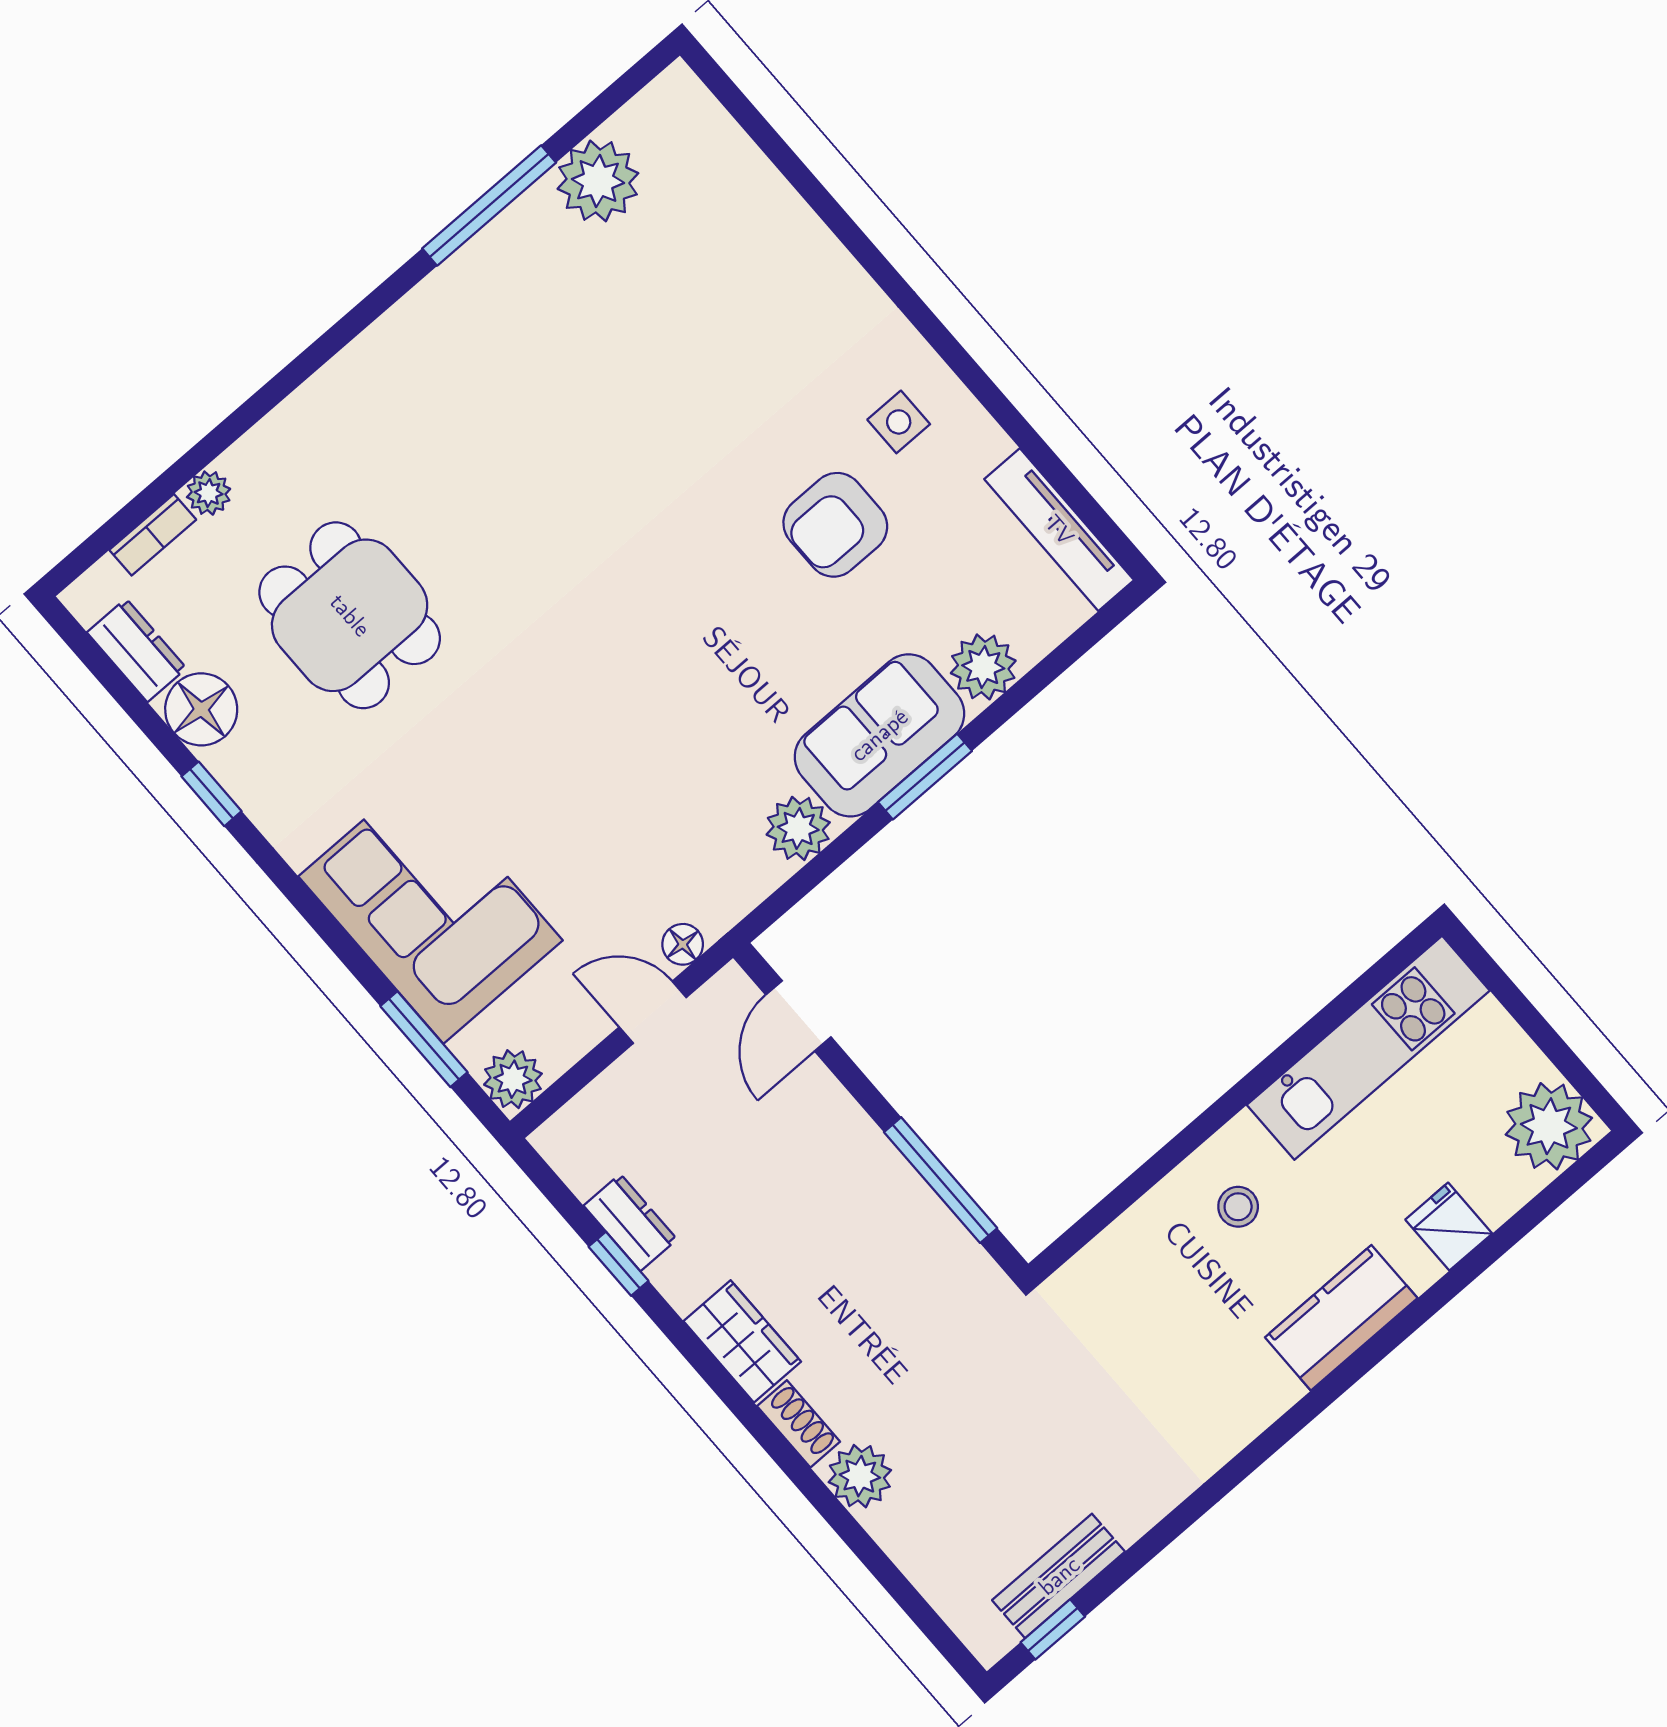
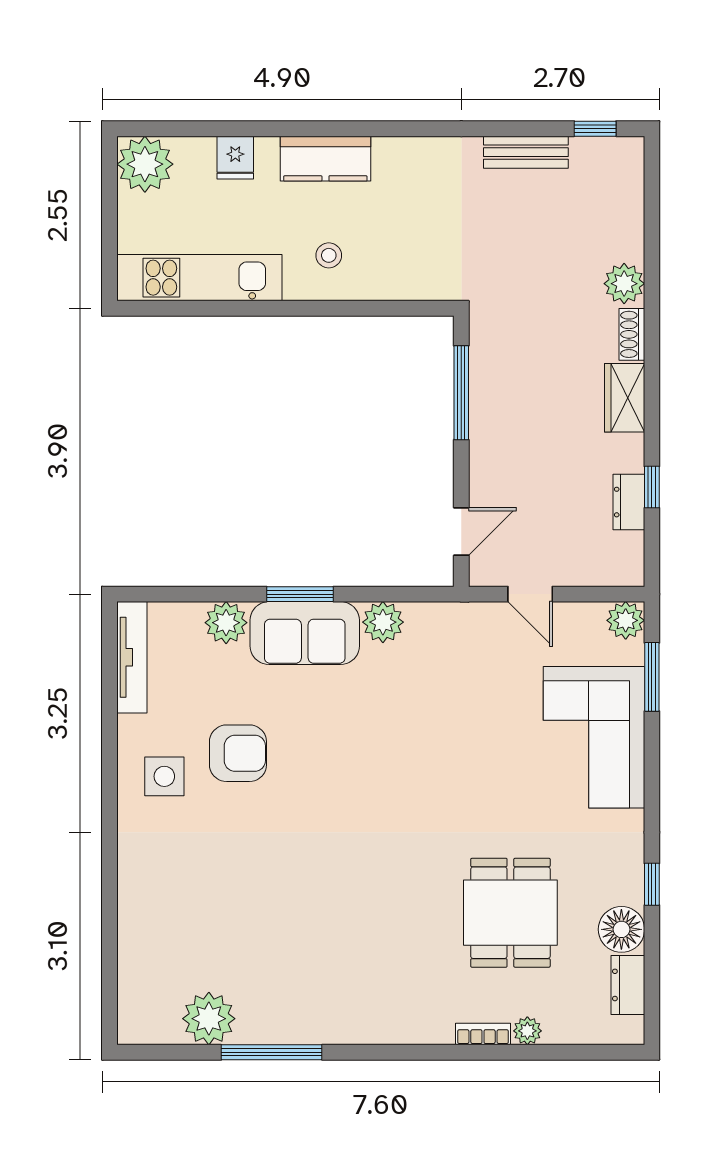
side table: (899, 422) -> (164, 776), width x1.37, depth x1.37
bookcase: (153, 535) -> (483, 1034), moved
floor lamp: (683, 944) -> (487, 614), removed
bench: (1059, 1576) -> (526, 152), moved

